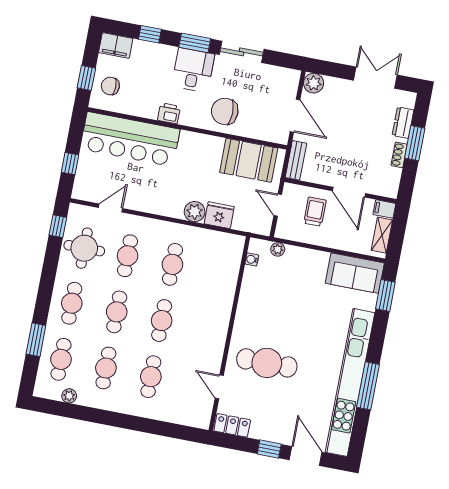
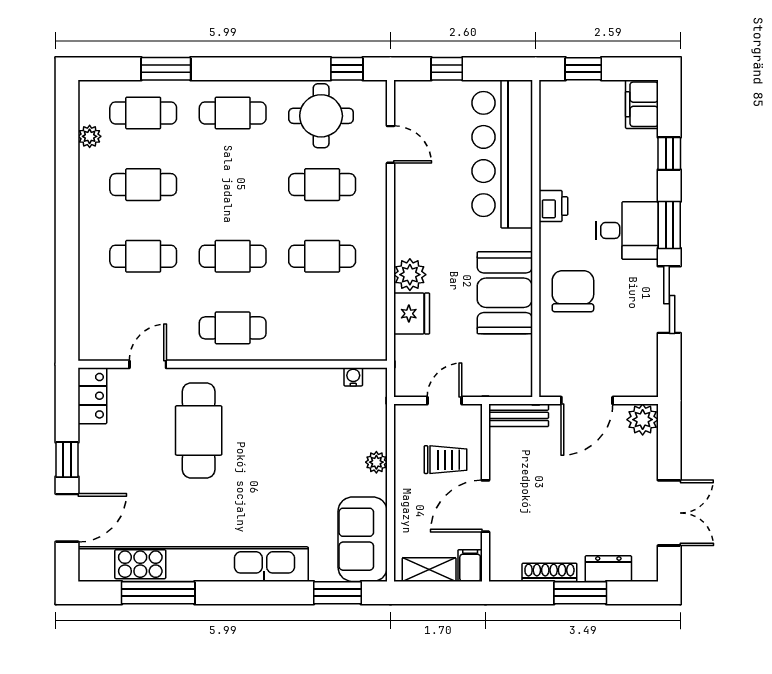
chair: (110, 86) -> (578, 108), removed
shoe rack: (399, 155) -> (549, 572), width x1.43
booth: (249, 160) -> (505, 293), moved
plant: (278, 249) -> (376, 462), moved
cafe table: (117, 312) -> (233, 328), moved
window: (368, 386) -> (158, 593), moved

